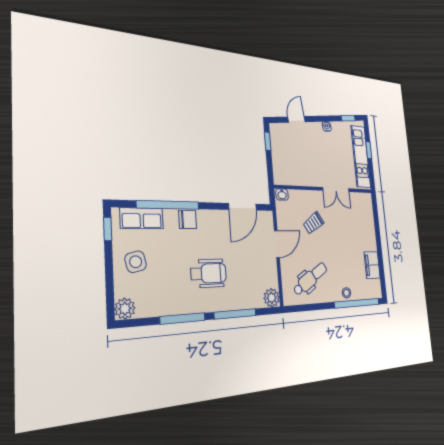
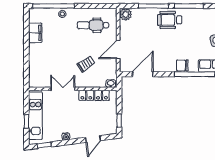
locker: (300, 179) -> (94, 95), added
wheelchair: (209, 273) -> (170, 20), moved
dental chair: (310, 279) -> (93, 25), turned 32

